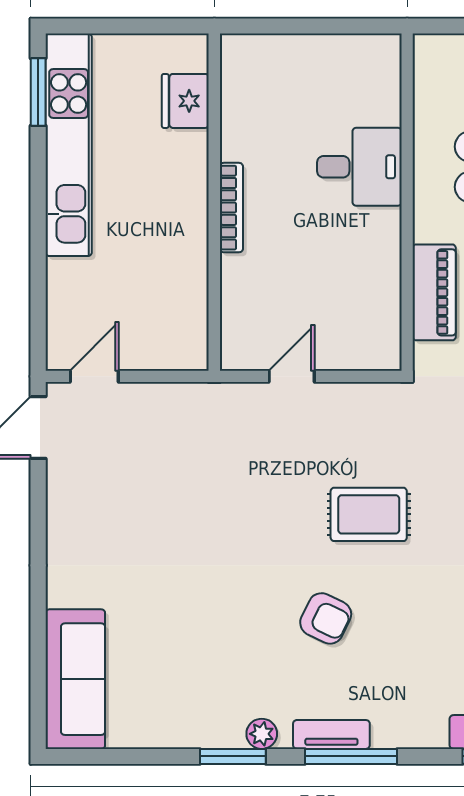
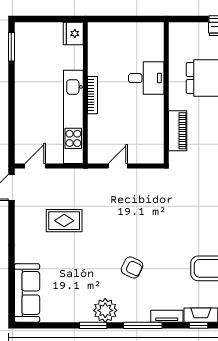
fridge: (185, 101) -> (73, 33), moved
kitchen unit: (69, 145) -> (73, 117), moved, turned 180
rug: (369, 514) -> (64, 221), moved
plant: (262, 734) -> (105, 310), width x1.88, depth x1.88
tv unit: (331, 734) -> (167, 316), moved

